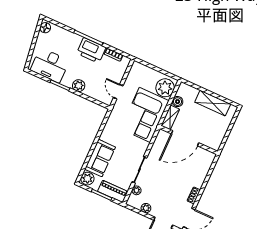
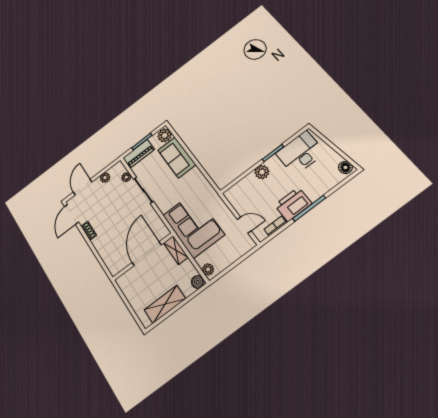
plant: (165, 88) -> (208, 269), width x0.53, depth x0.53
door: (118, 92) -> (244, 225), moved
boiler: (178, 102) -> (198, 282), moved

